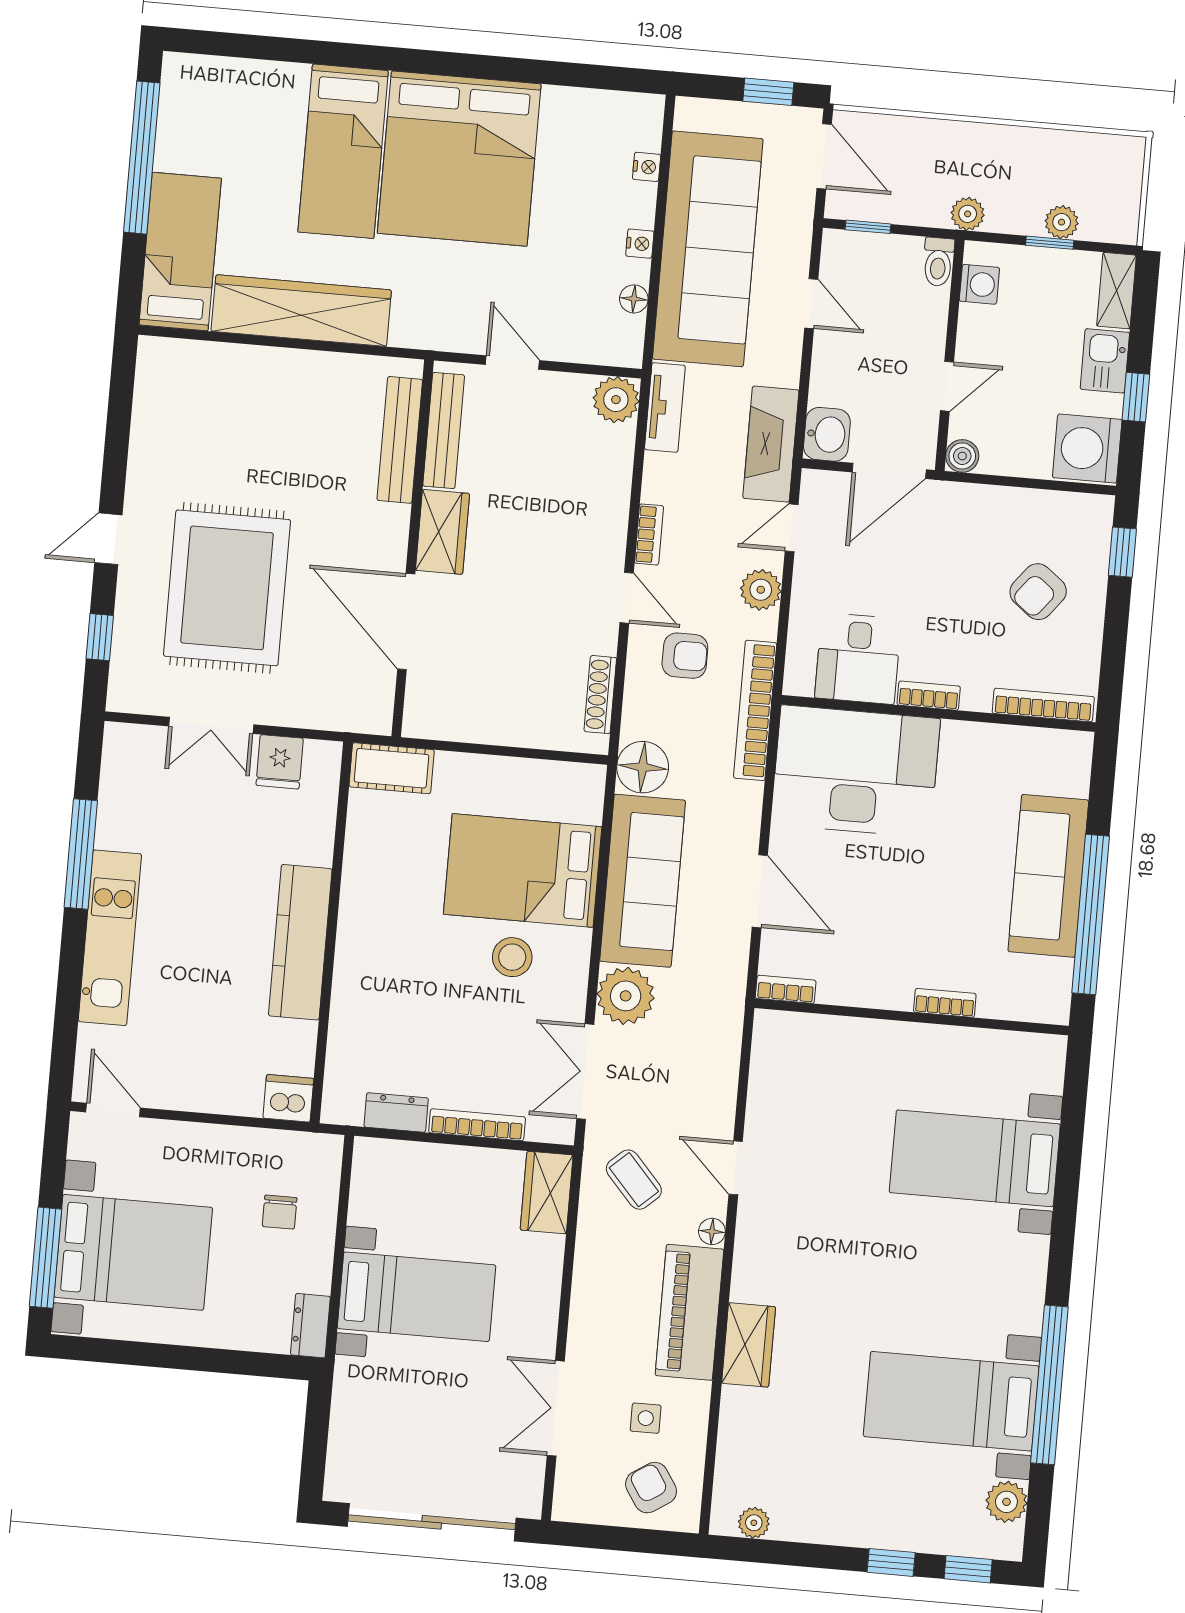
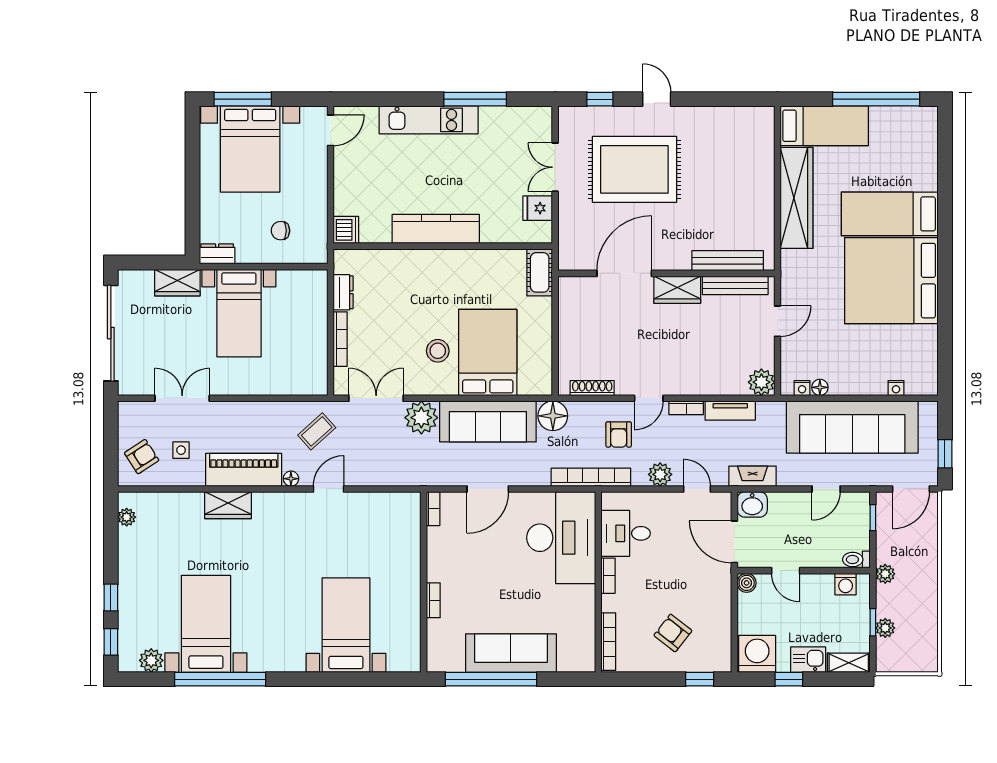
nightstand: (640, 244) -> (802, 388), moved
tv unit: (665, 407) -> (730, 411), moved
fireplace: (771, 444) -> (753, 476), width x0.73, depth x0.76
wardrobe: (547, 1193) -> (177, 283), moved, turned 180

